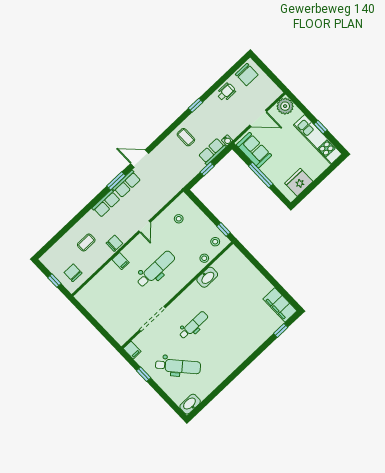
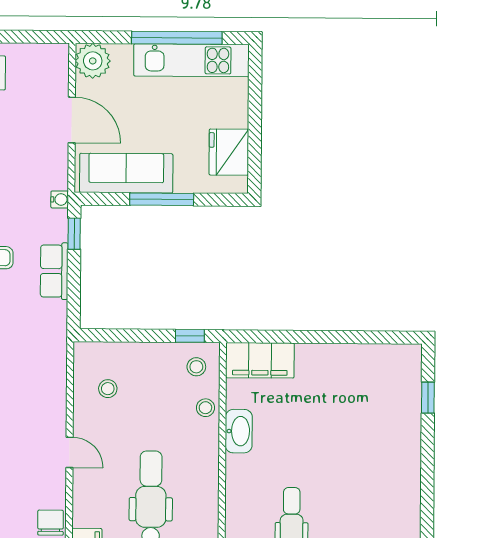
door: (258, 118) -> (72, 120), hinge flipped
window: (321, 127) -> (177, 38), width x3.17
sofa: (254, 150) -> (126, 173), width x1.36
row of seats: (212, 151) -> (54, 271), moved
window: (207, 169) -> (74, 234), moved
filing cabinet: (280, 305) -> (260, 360), moved

